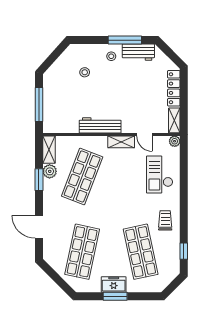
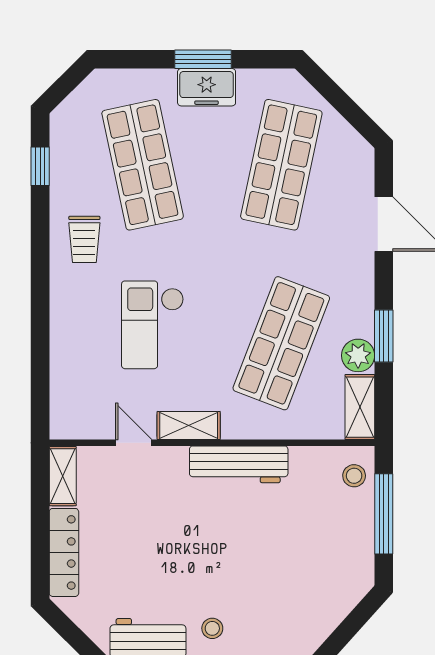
stool: (85, 72) -> (354, 476), moved
plant: (175, 141) -> (62, 427), removed
checkout: (160, 174) -> (153, 325), moved, turned 180

